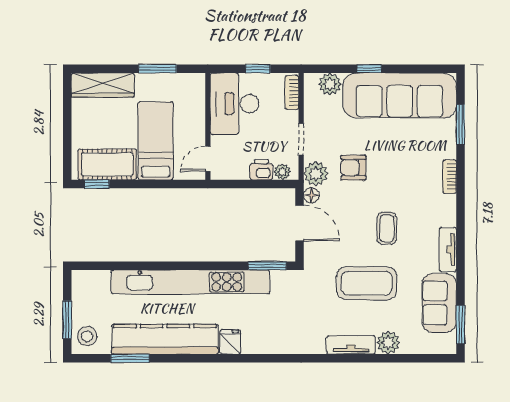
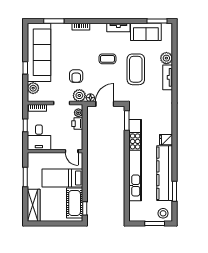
desk: (235, 104) -> (39, 137), width x0.73

